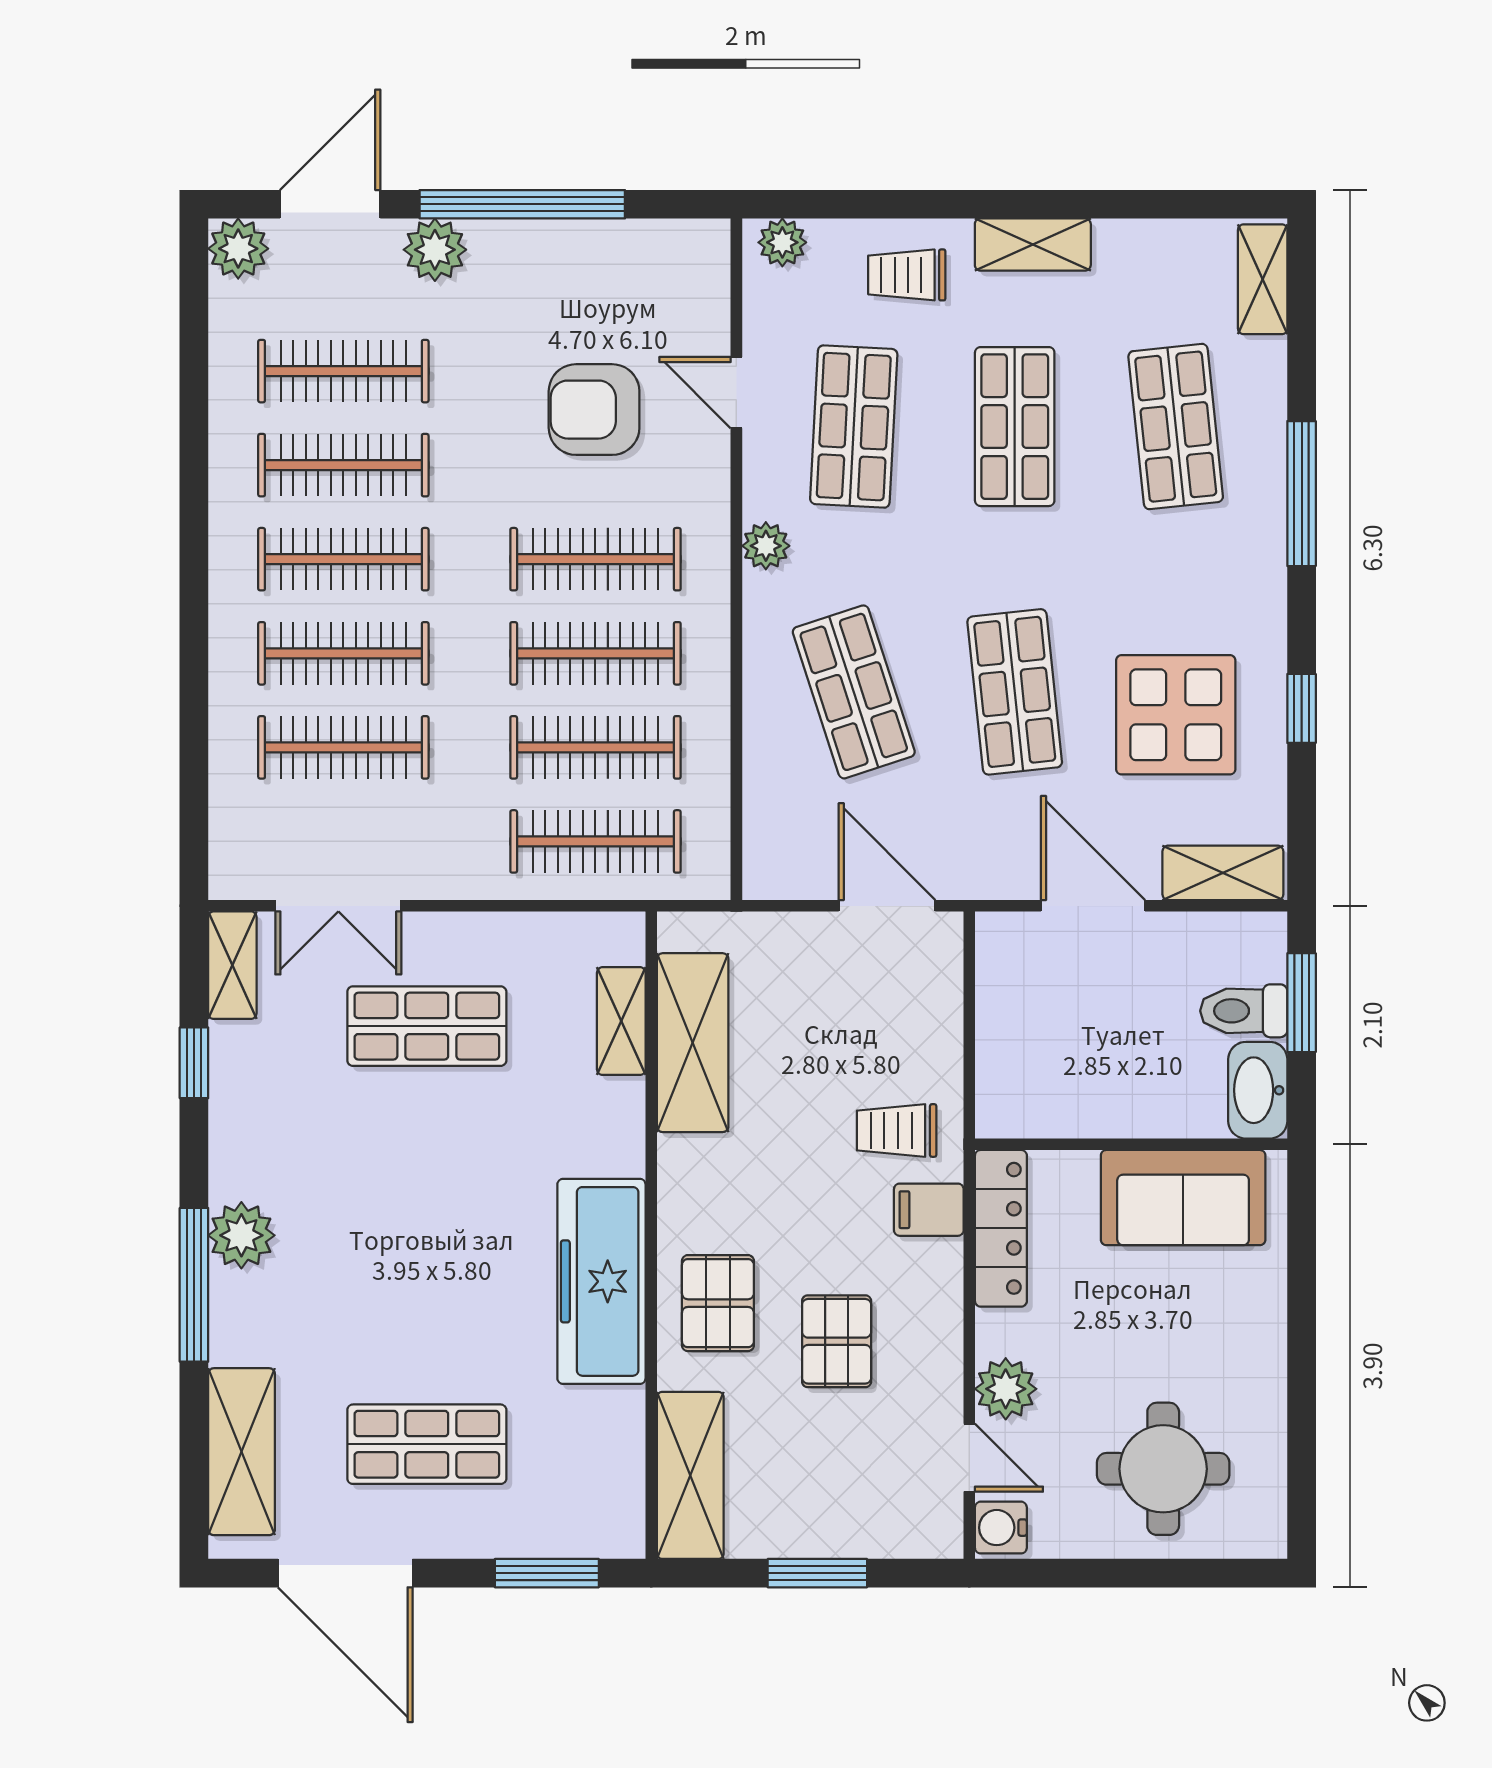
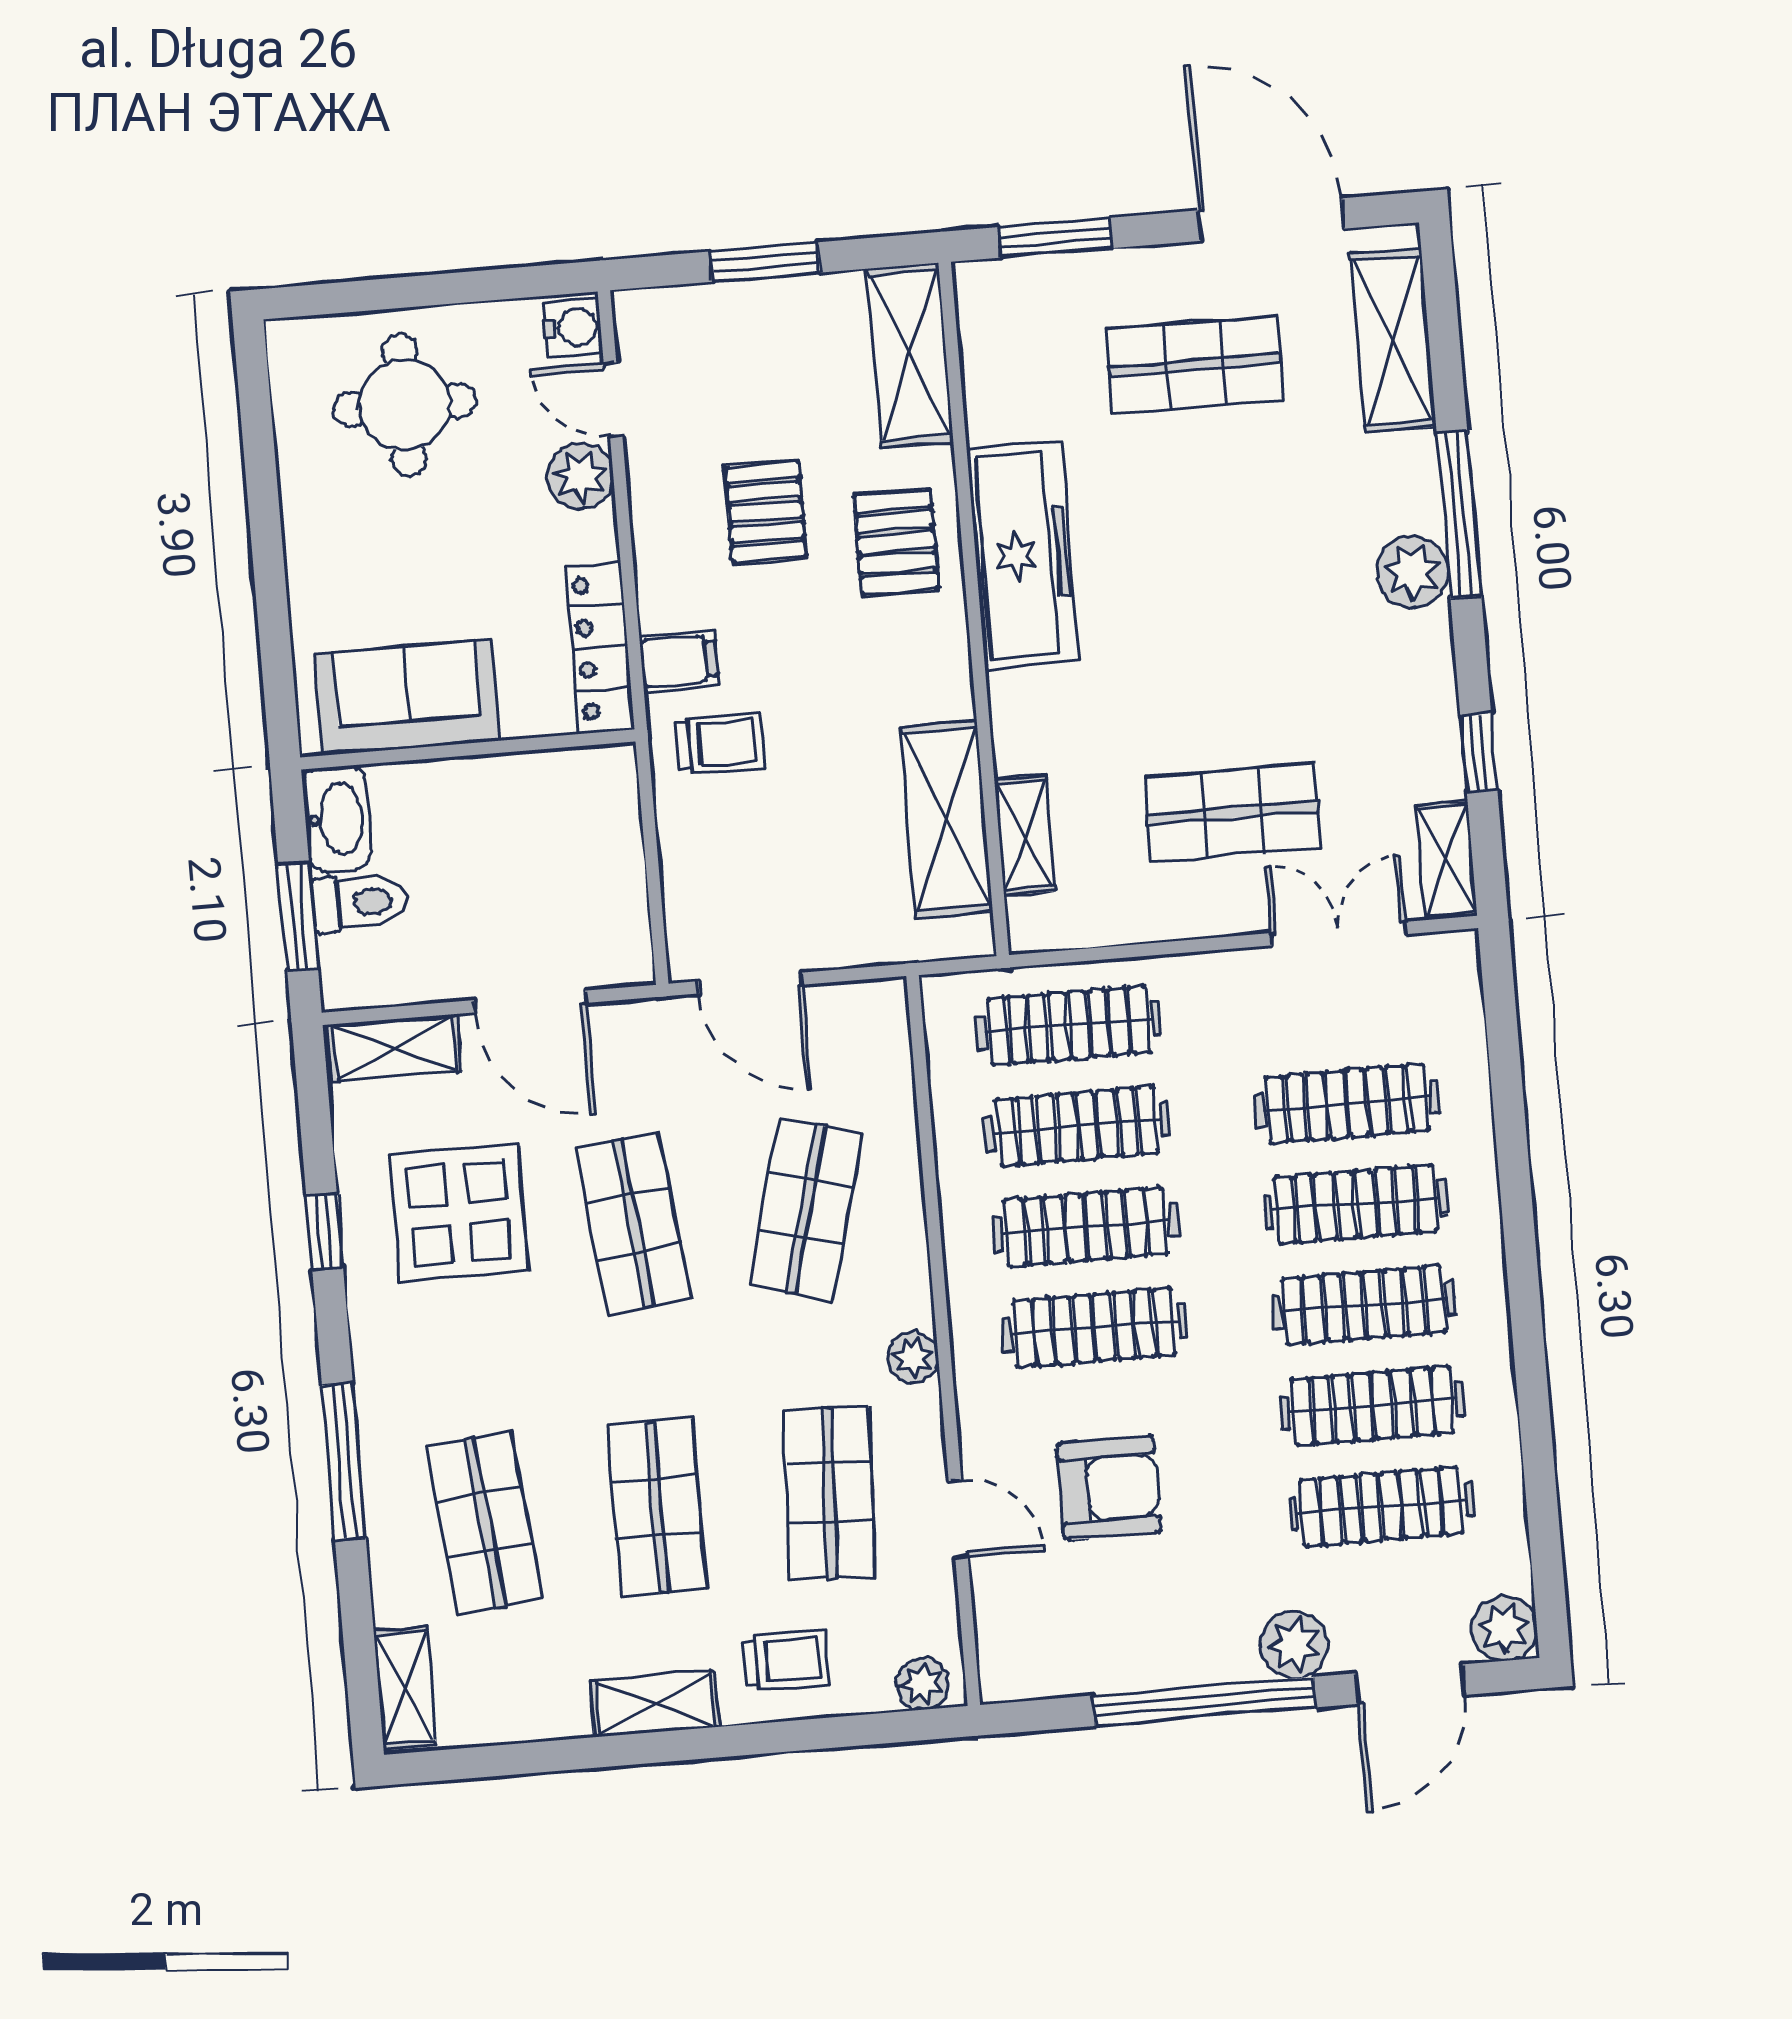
shop shelf: (854, 692) -> (806, 1209), turned 33

